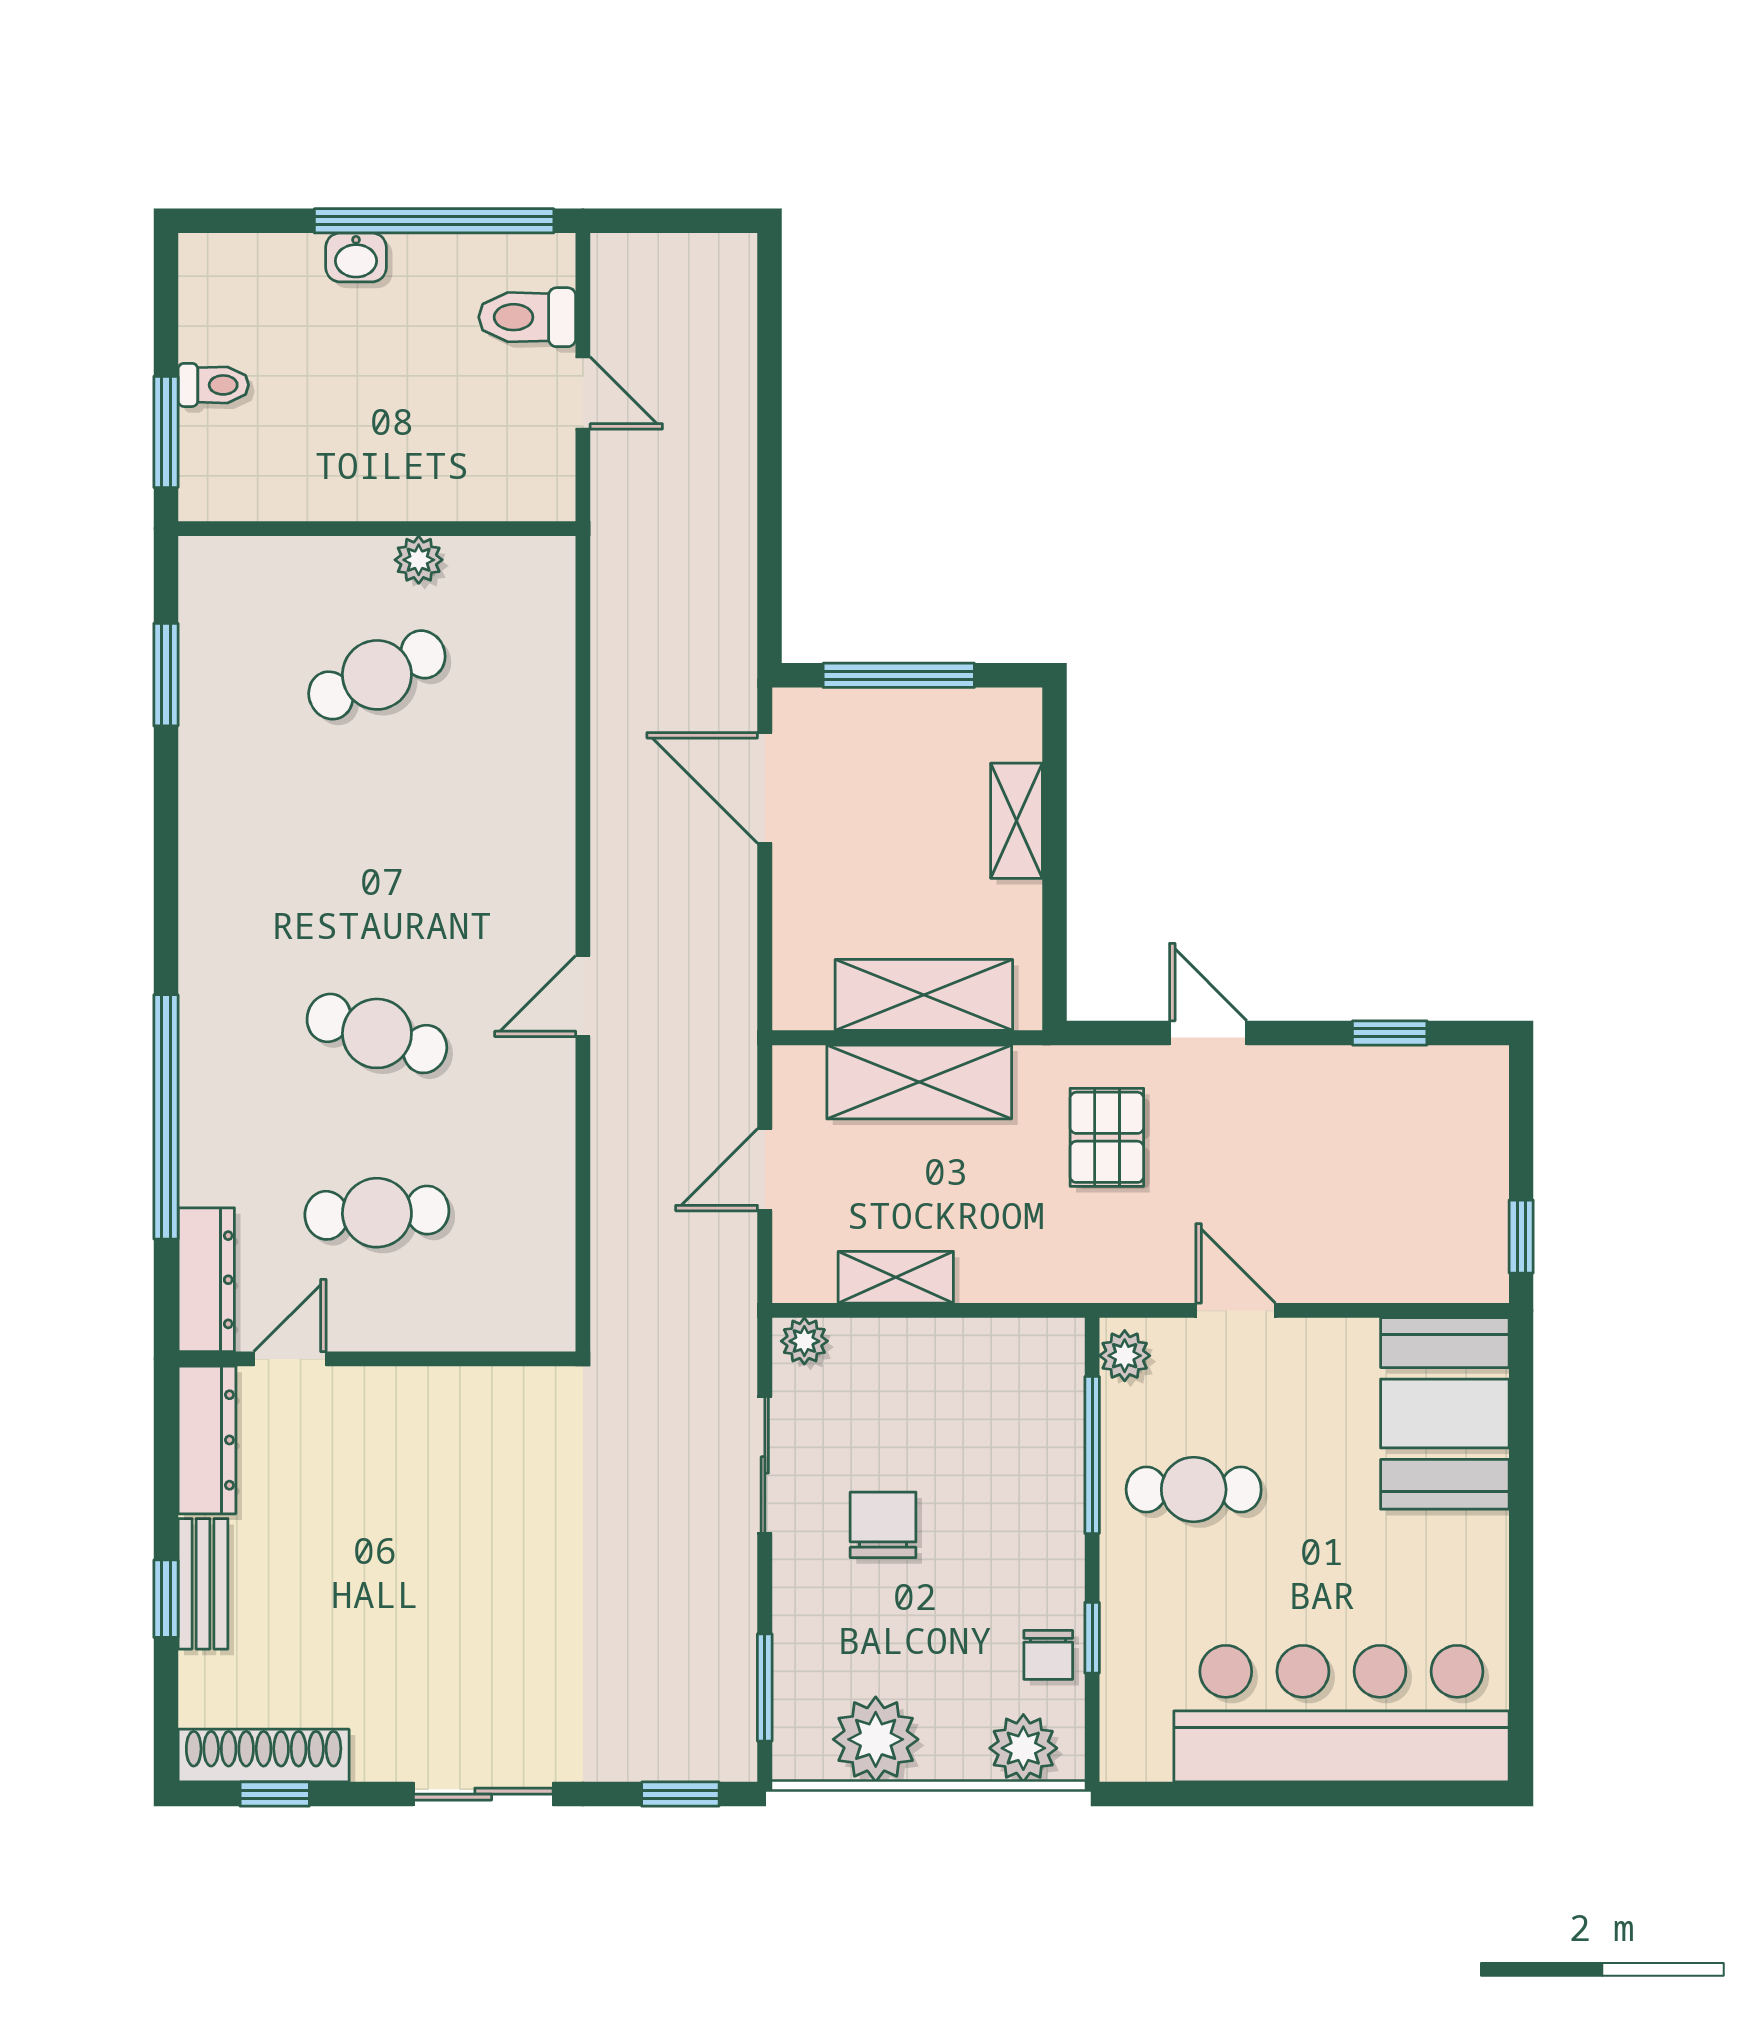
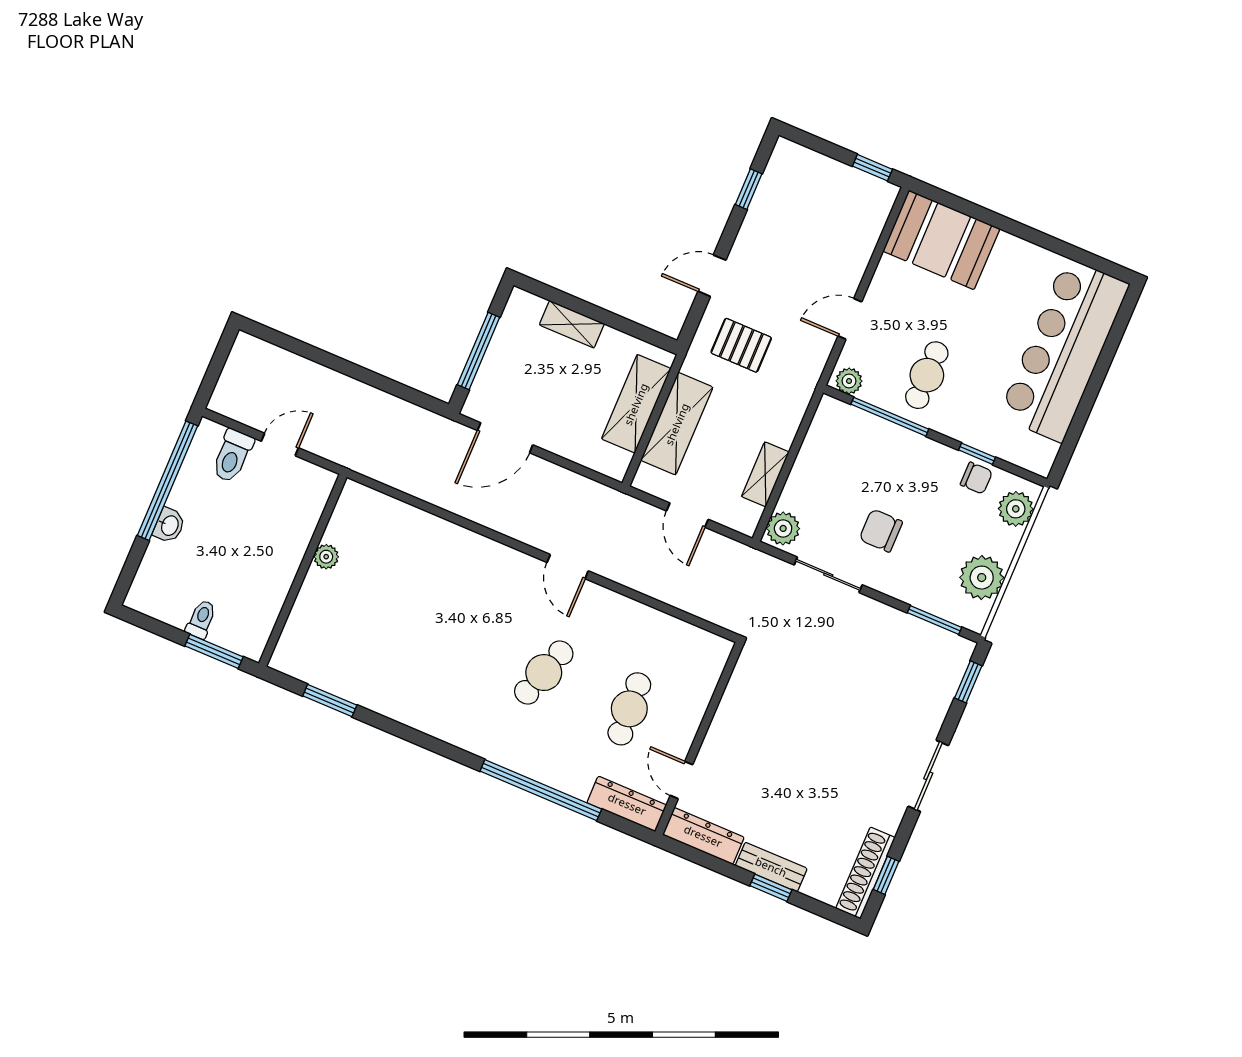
cafe table: (377, 675) -> (373, 600), removed
plant: (804, 1341) -> (783, 528), width x1.38, depth x1.38

